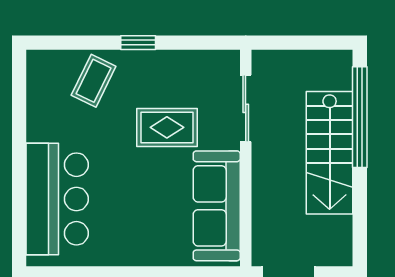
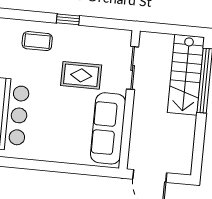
coffee table: (94, 81) -> (37, 41), turned 64
stairs: (330, 153) -> (186, 75), moved

